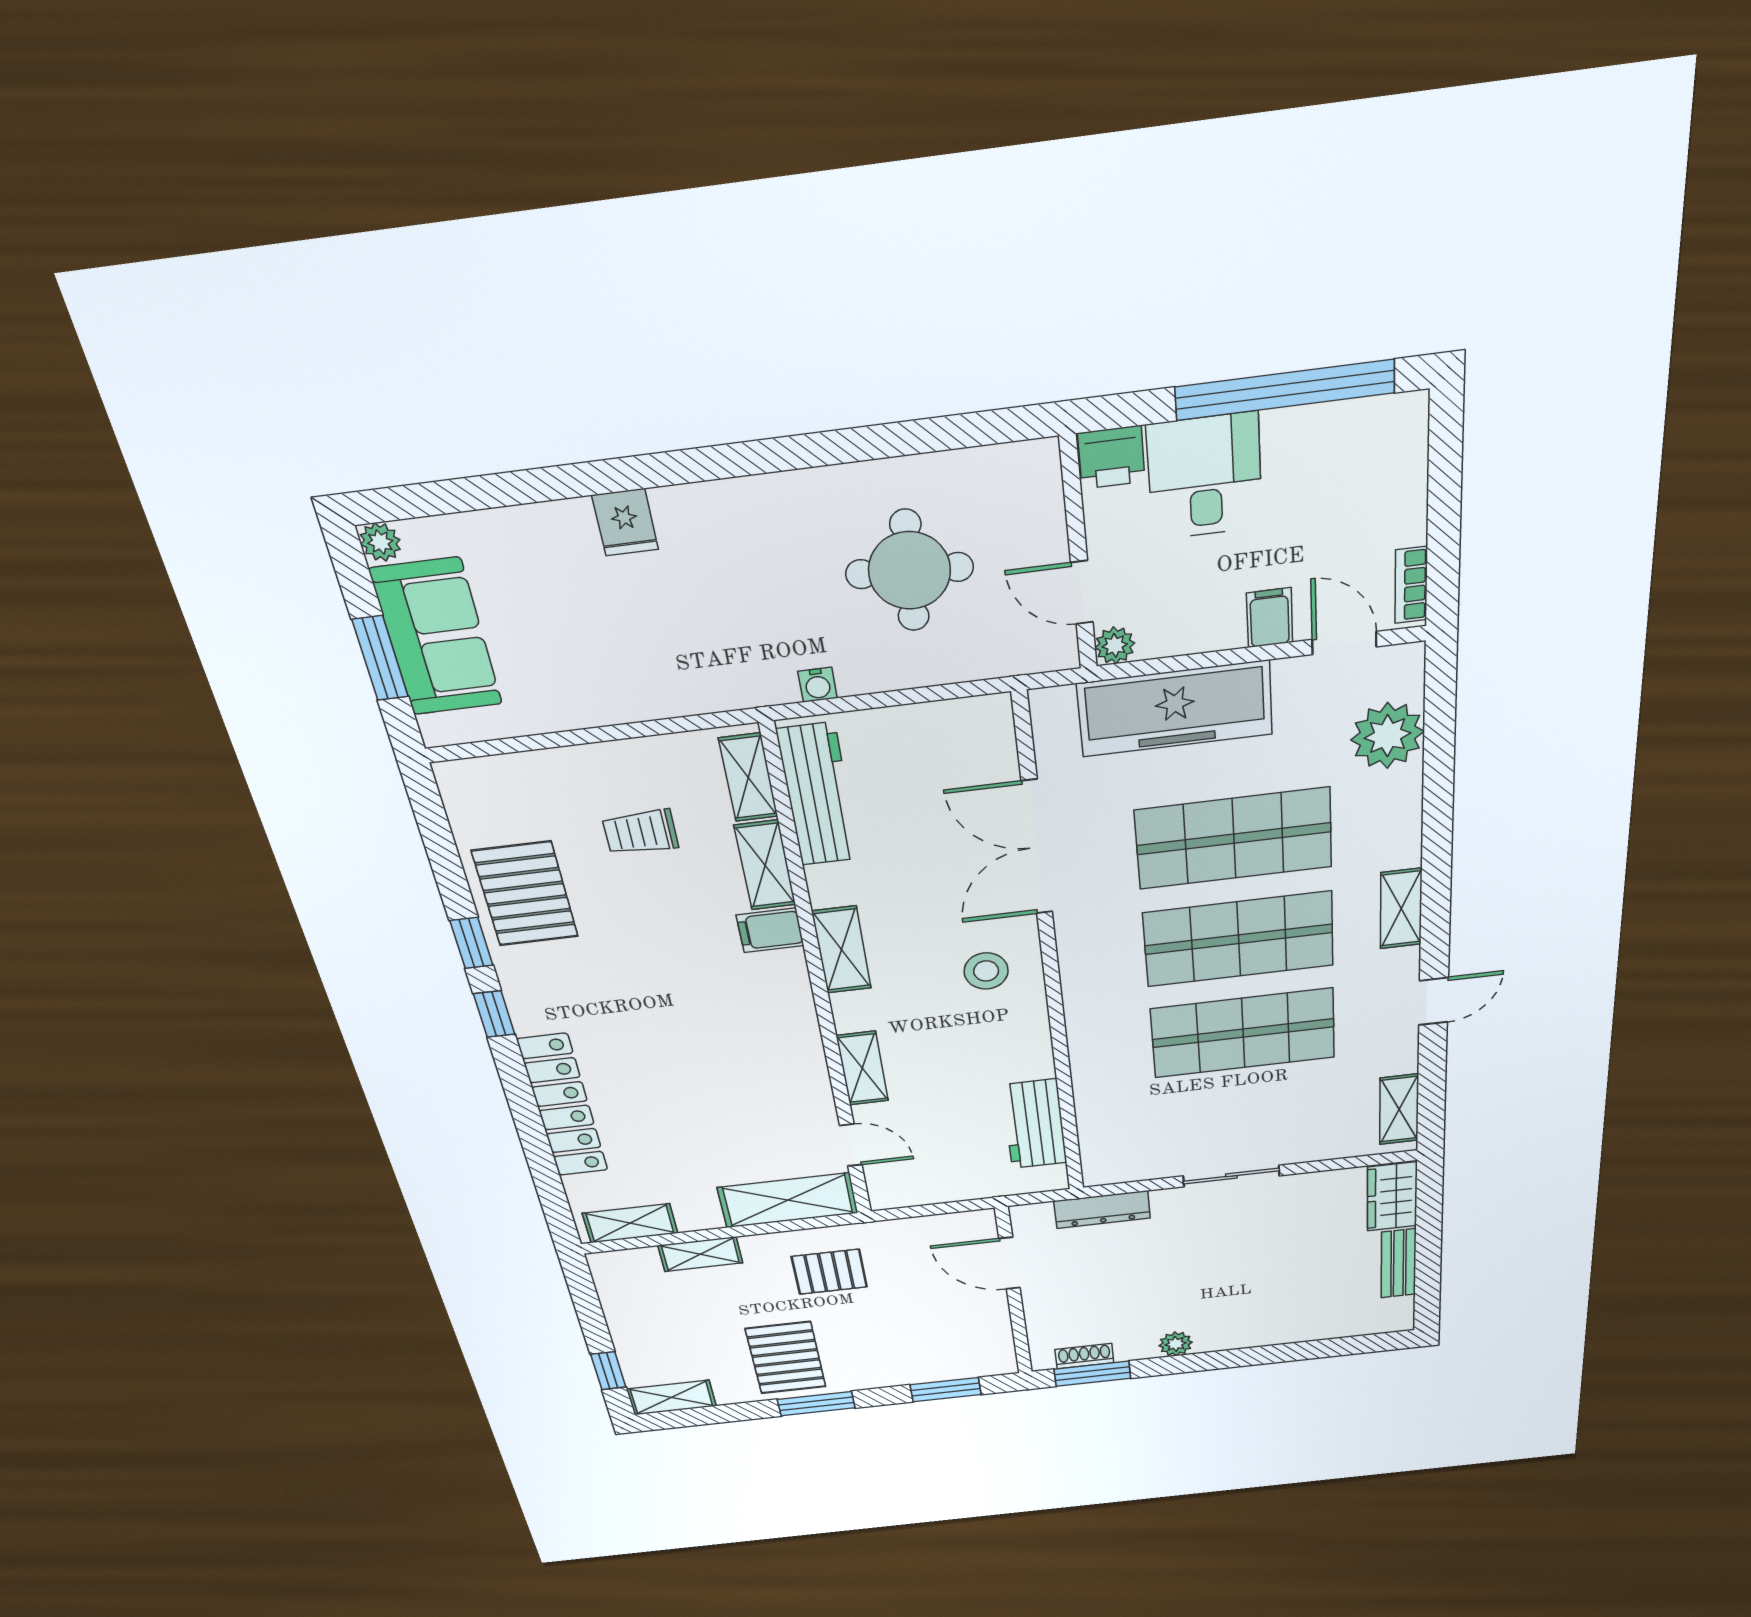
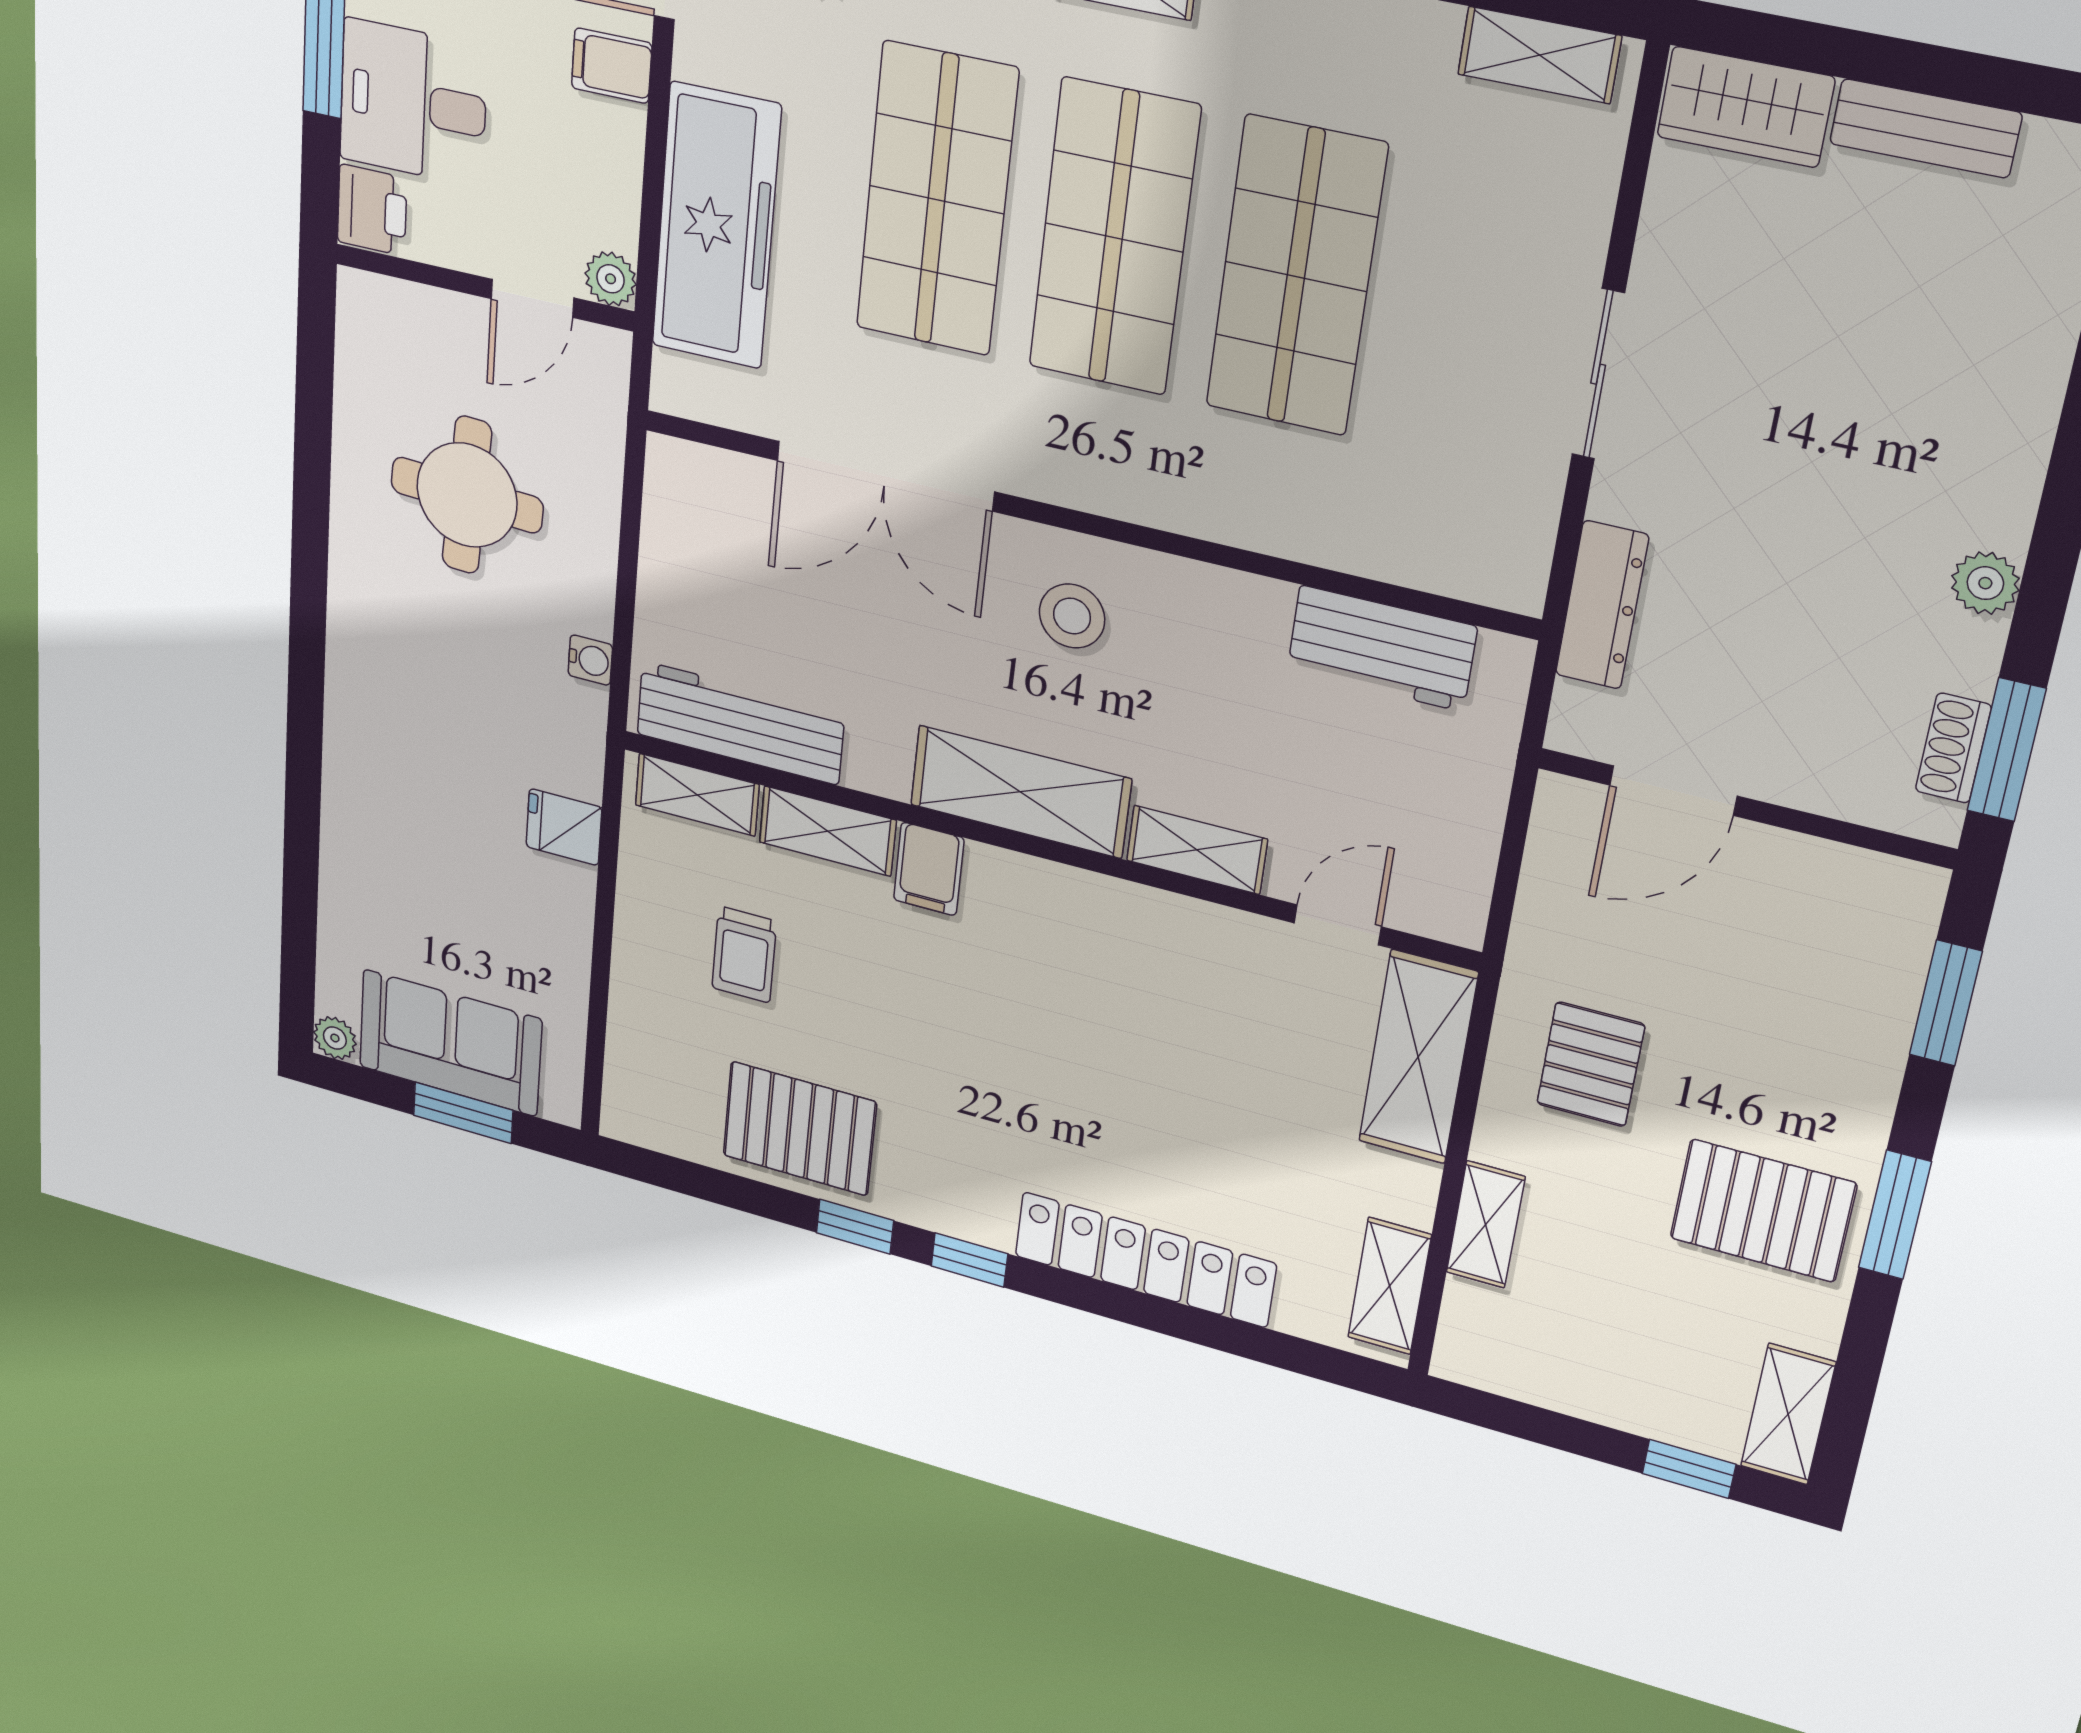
fridge: (625, 522) -> (564, 827), moved, turned 180
shelving: (842, 950) -> (1020, 792), width x1.50, depth x1.33

